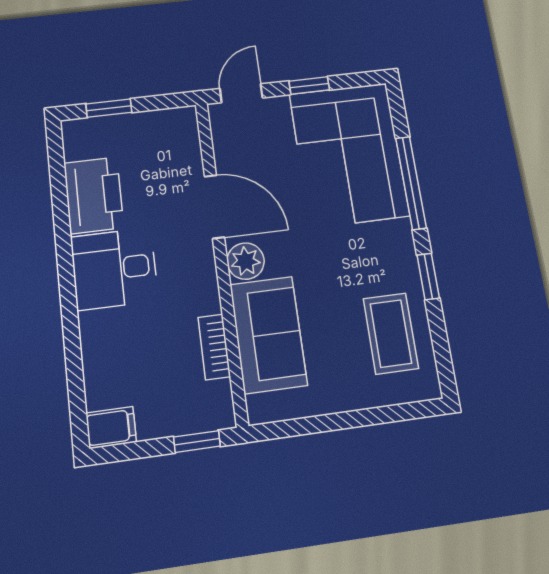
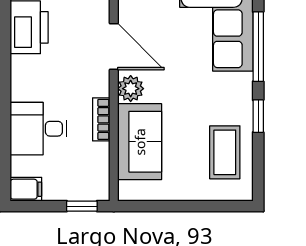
desk: (114, 269) -> (39, 129), moved
bookcase: (214, 347) -> (101, 119), moved

